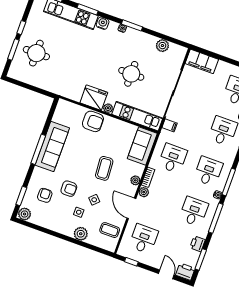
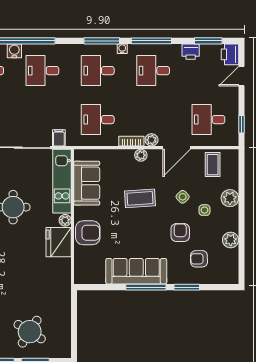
round table: (36, 53) -> (30, 332), turned 32
armchair: (93, 121) -> (88, 233), turned 90
sofa: (142, 146) -> (87, 183), moved, turned -90
window: (21, 196) -> (187, 287), moved
plant: (25, 214) -> (231, 240), moved

